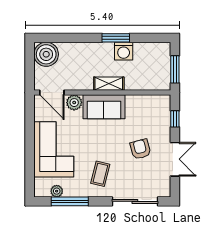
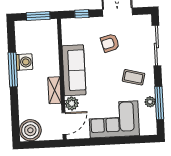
window: (116, 38) -> (13, 70), width x1.44
shelving: (109, 84) -> (54, 90), moved
sofa: (104, 107) -> (74, 70), width x1.36
plant: (57, 191) -> (150, 102), moved

